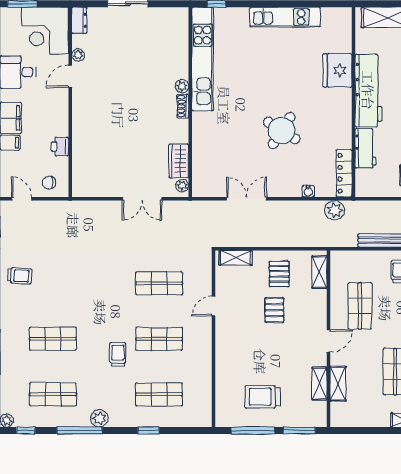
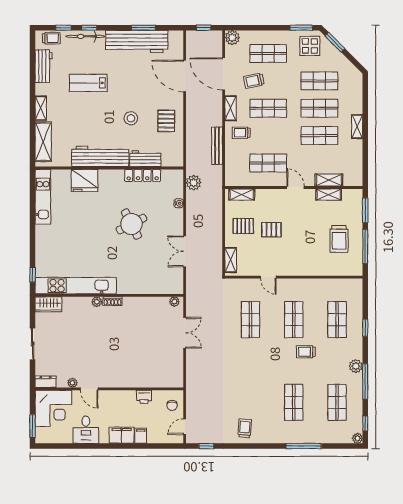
kitchen unit: (285, 17) -> (43, 197), moved
round table: (282, 131) -> (131, 224), turned 31
wardrobe: (179, 161) -> (48, 304), moved
locker: (344, 173) -> (143, 175), moved

